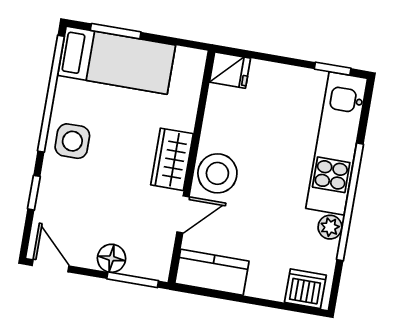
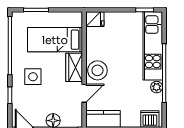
bed: (117, 60) -> (55, 40), moved, turned 180
side table: (72, 141) -> (33, 77), moved

